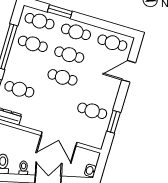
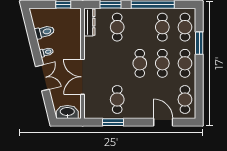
washbasin: (90, 171) -> (67, 112), width x1.91, depth x1.45

